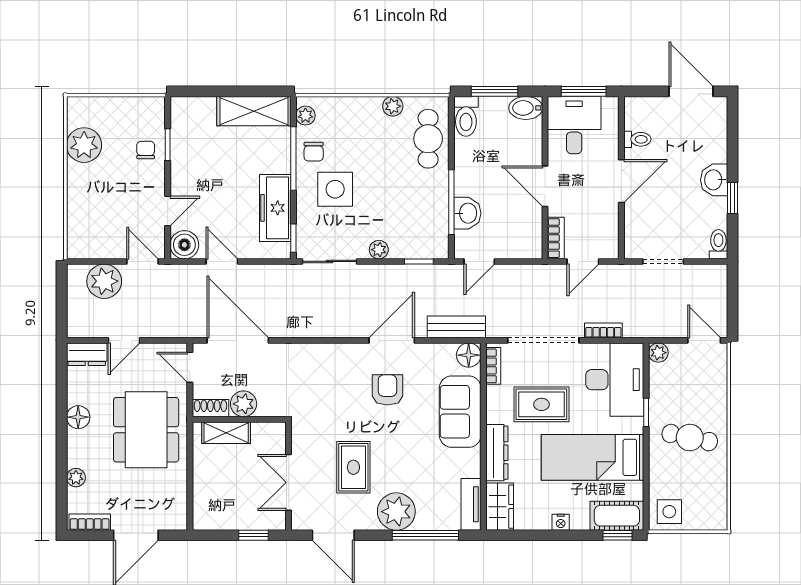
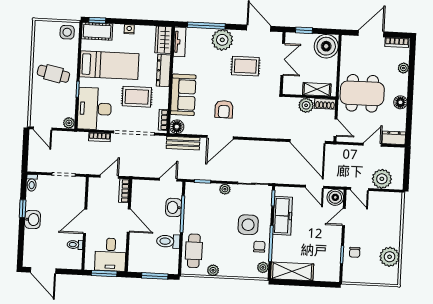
bidet: (526, 108) -> (138, 266), removed
toilet: (466, 116) -> (168, 241), moved, turned -90
dining table: (146, 430) -> (362, 93), turned 90
rug: (353, 467) -> (245, 66), turned 90
boiler: (213, 509) -> (326, 46), added

